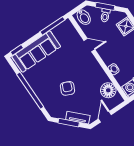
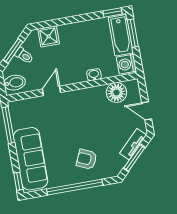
armchair: (67, 88) -> (87, 159), moved

